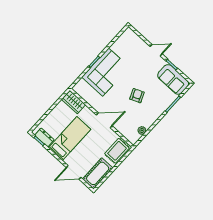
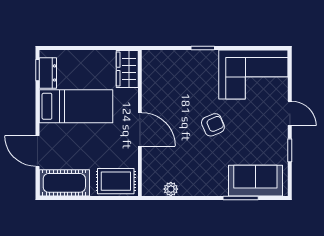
corner sofa: (106, 72) -> (253, 75), moved
sofa: (173, 79) -> (255, 181), moved, turned 90
armchair: (137, 96) -> (213, 125), moved

